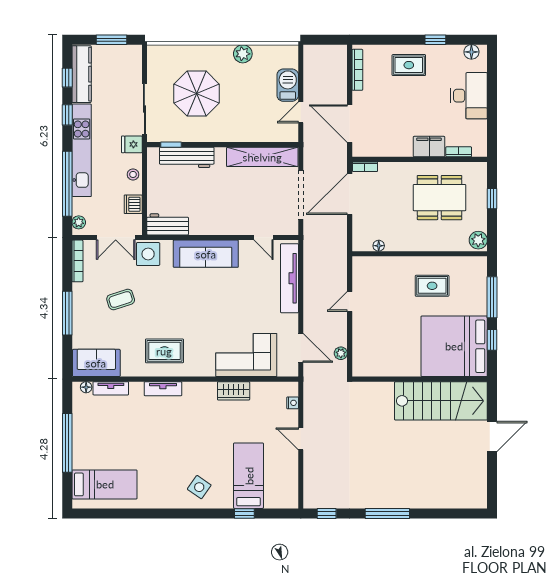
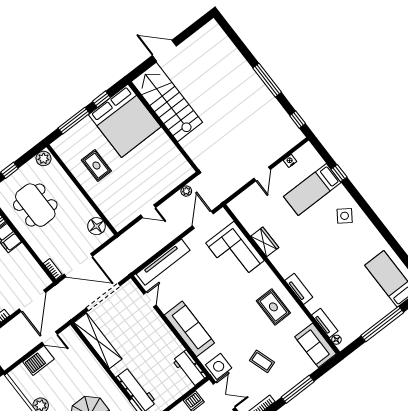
floor lamp: (379, 246) -> (97, 226), width x1.89, depth x1.89
nightstand: (293, 403) -> (290, 161), moved

